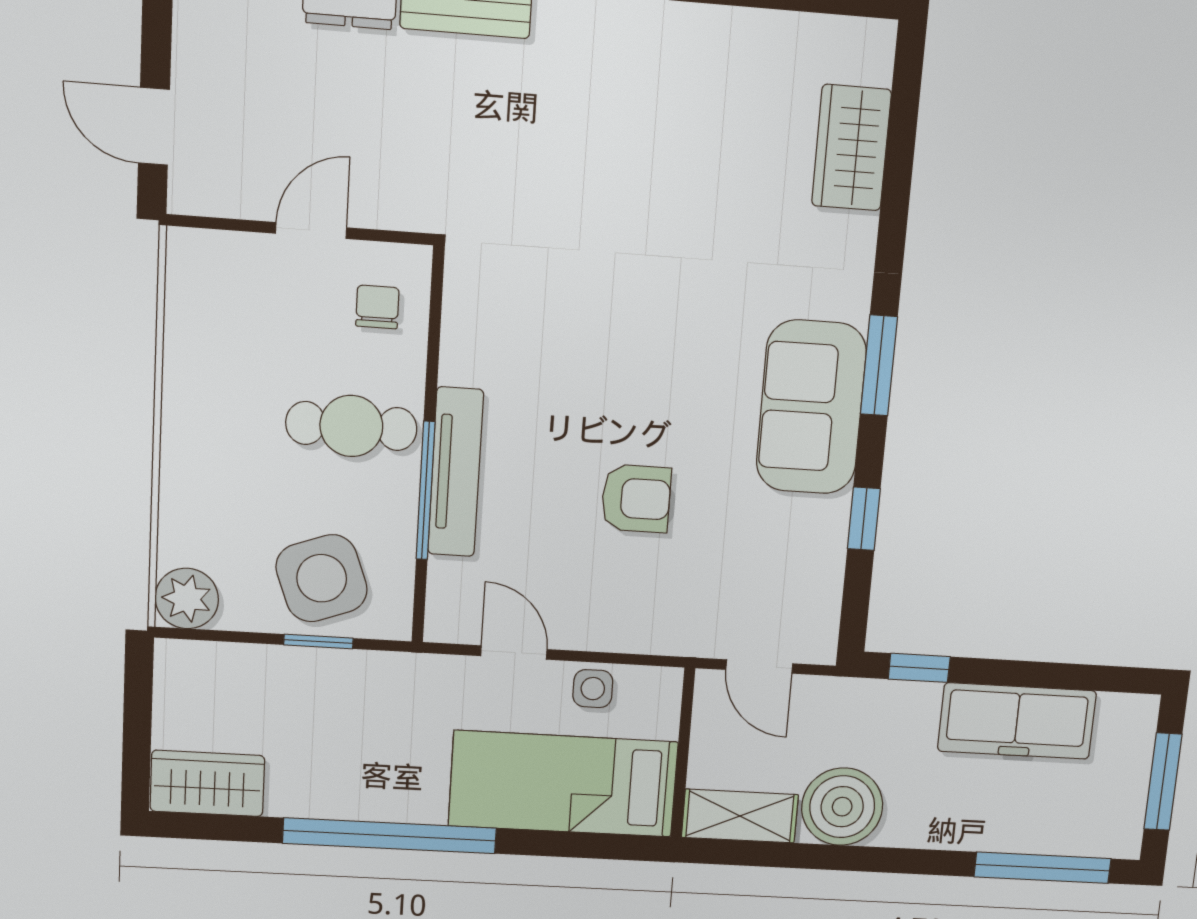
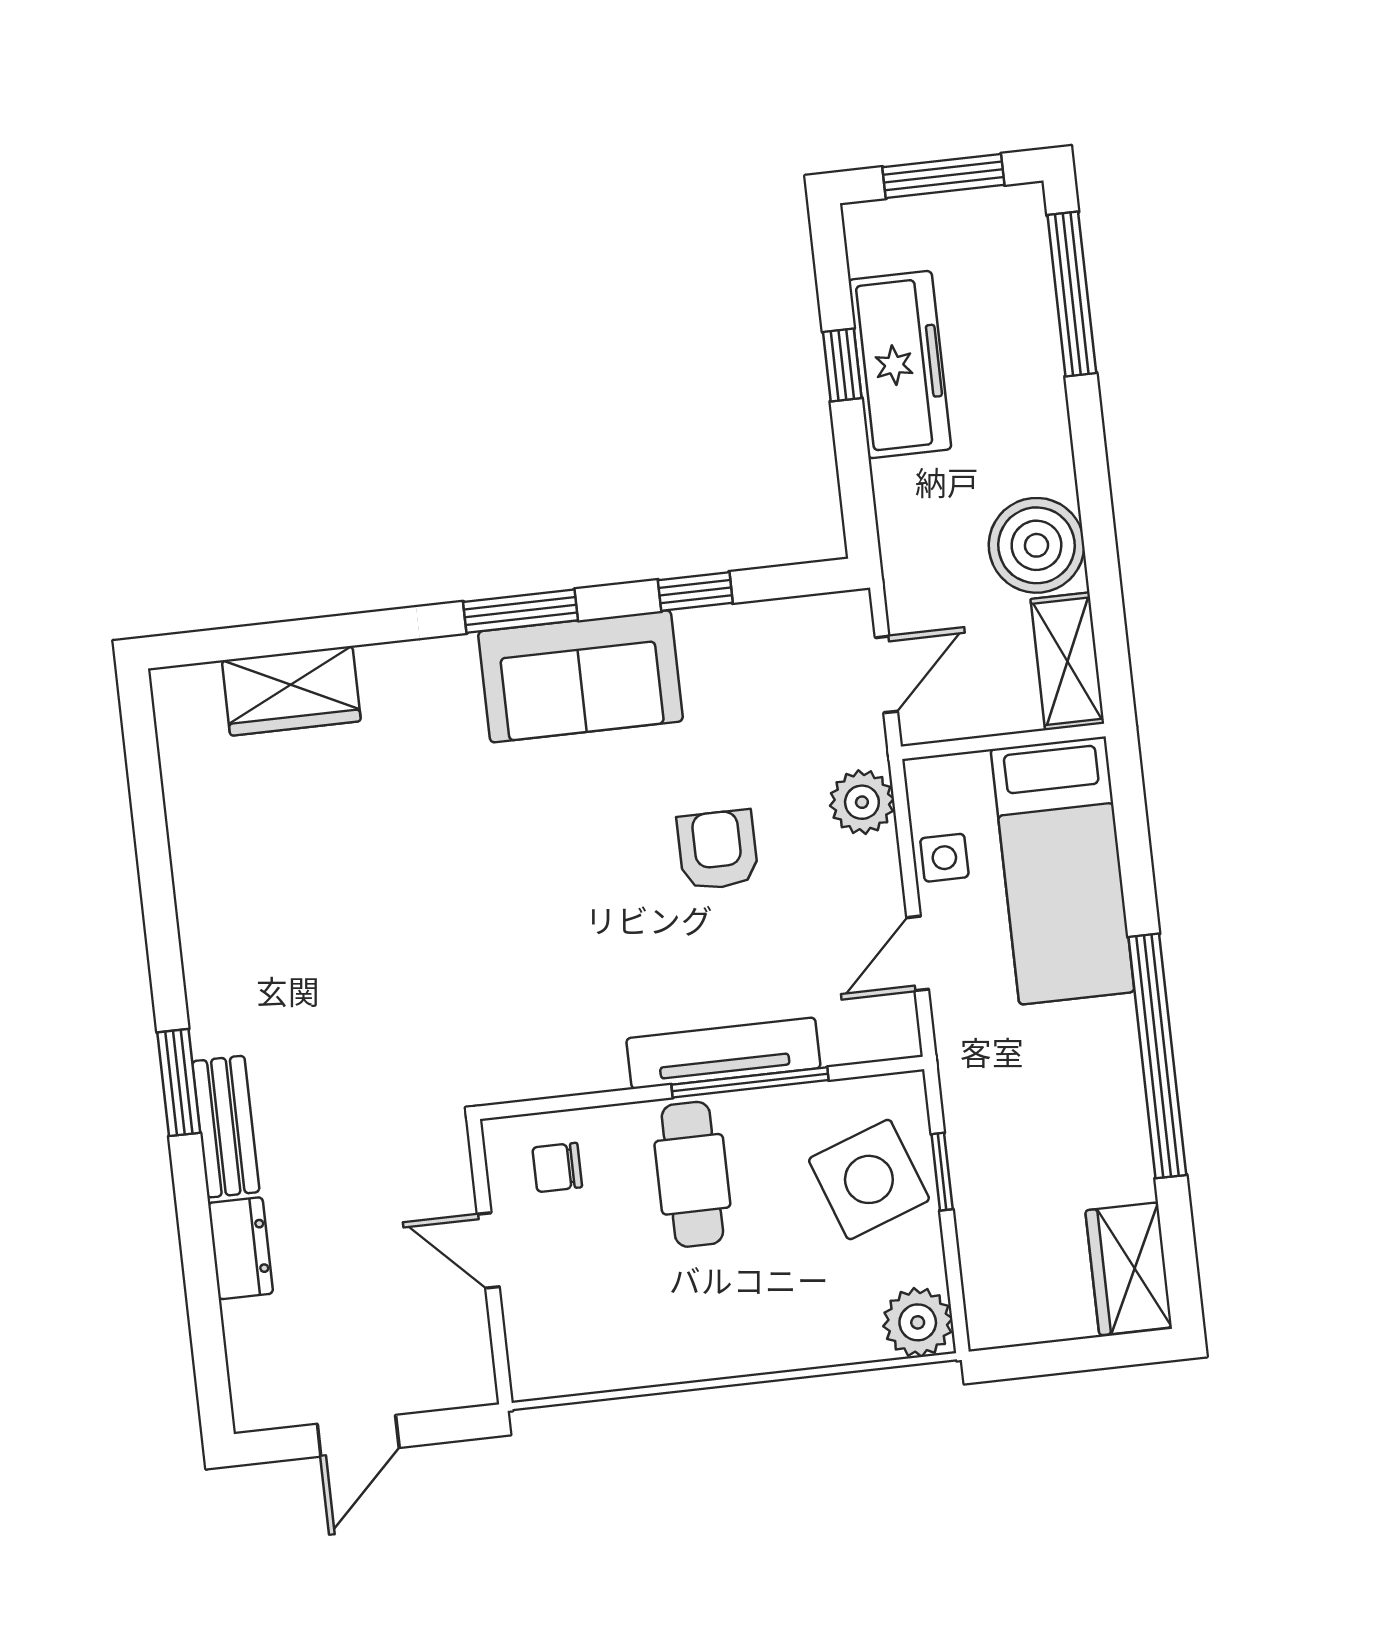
door: (154, 126) -> (358, 1436), moved
plant: (654, 628) -> (862, 802), added
window: (919, 668) -> (842, 365), moved

